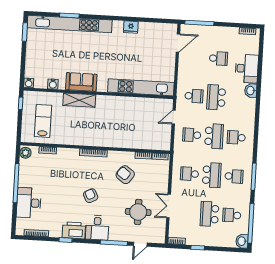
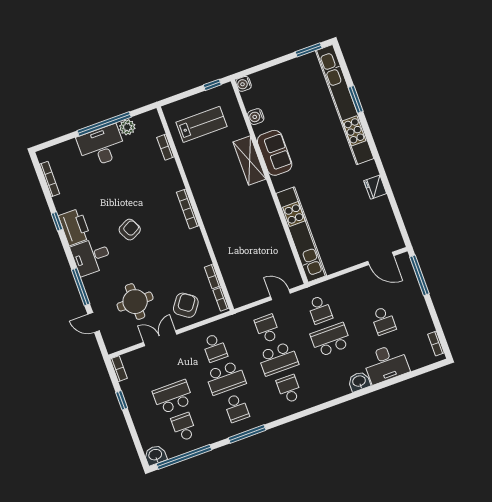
plant: (25, 153) -> (127, 127), moved
school desk: (189, 174) -> (215, 348), turned 180
armchair: (125, 175) -> (186, 305), moved
desk: (29, 203) -> (101, 146), moved

